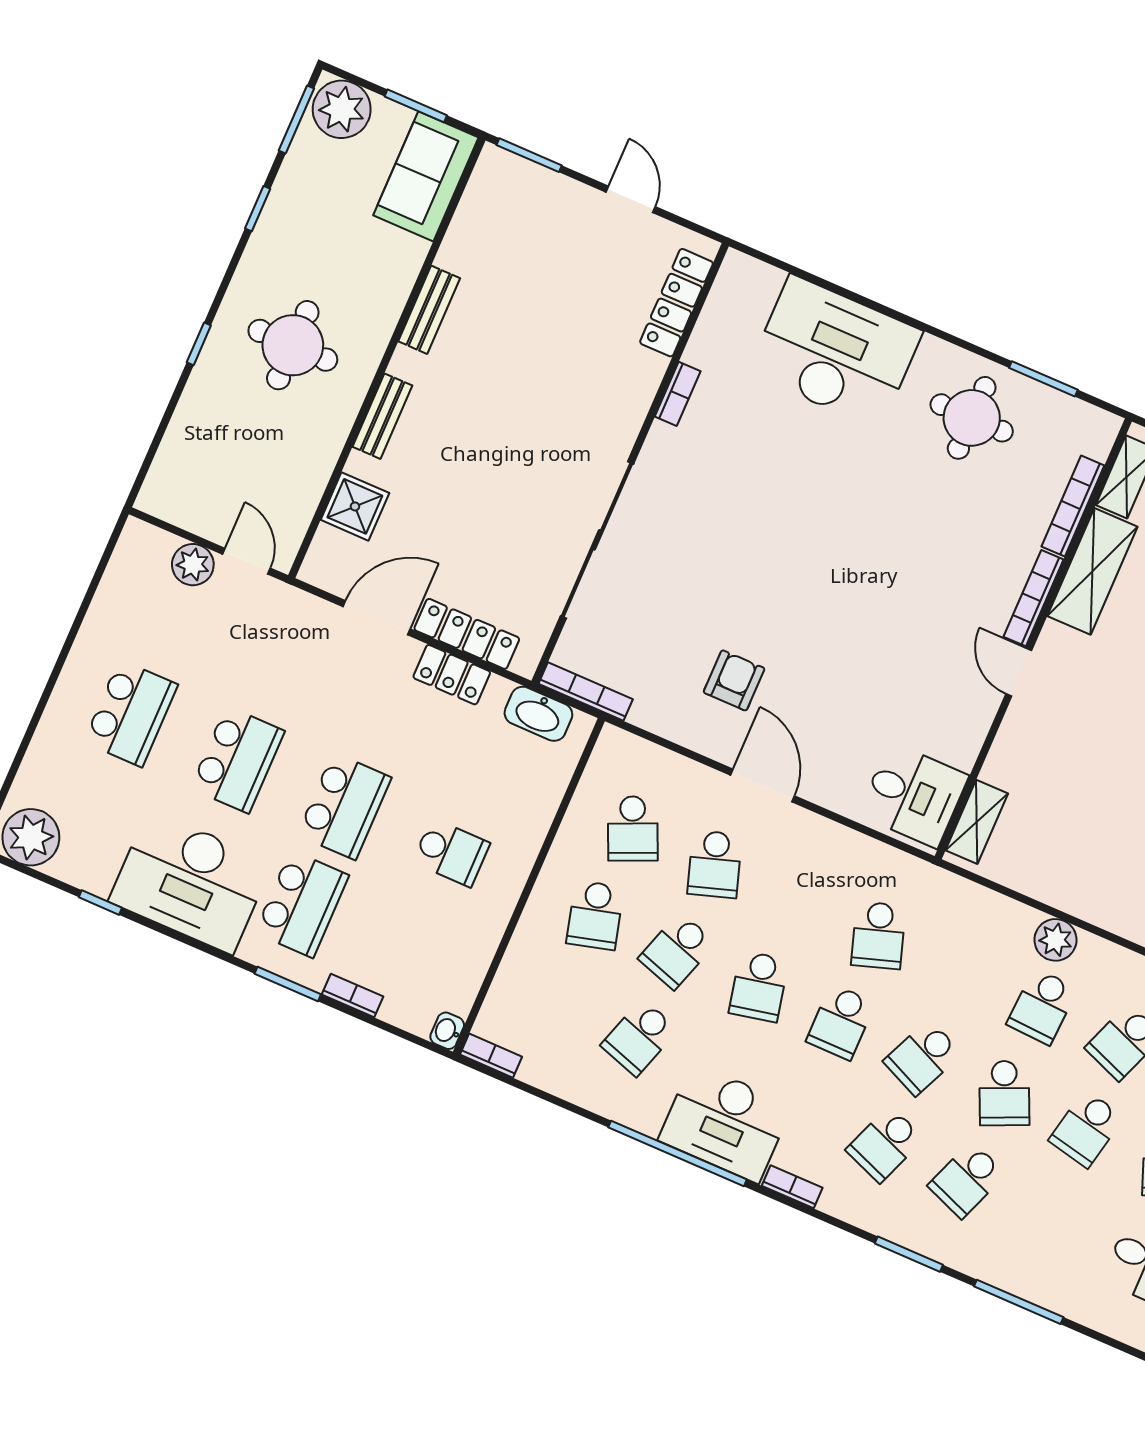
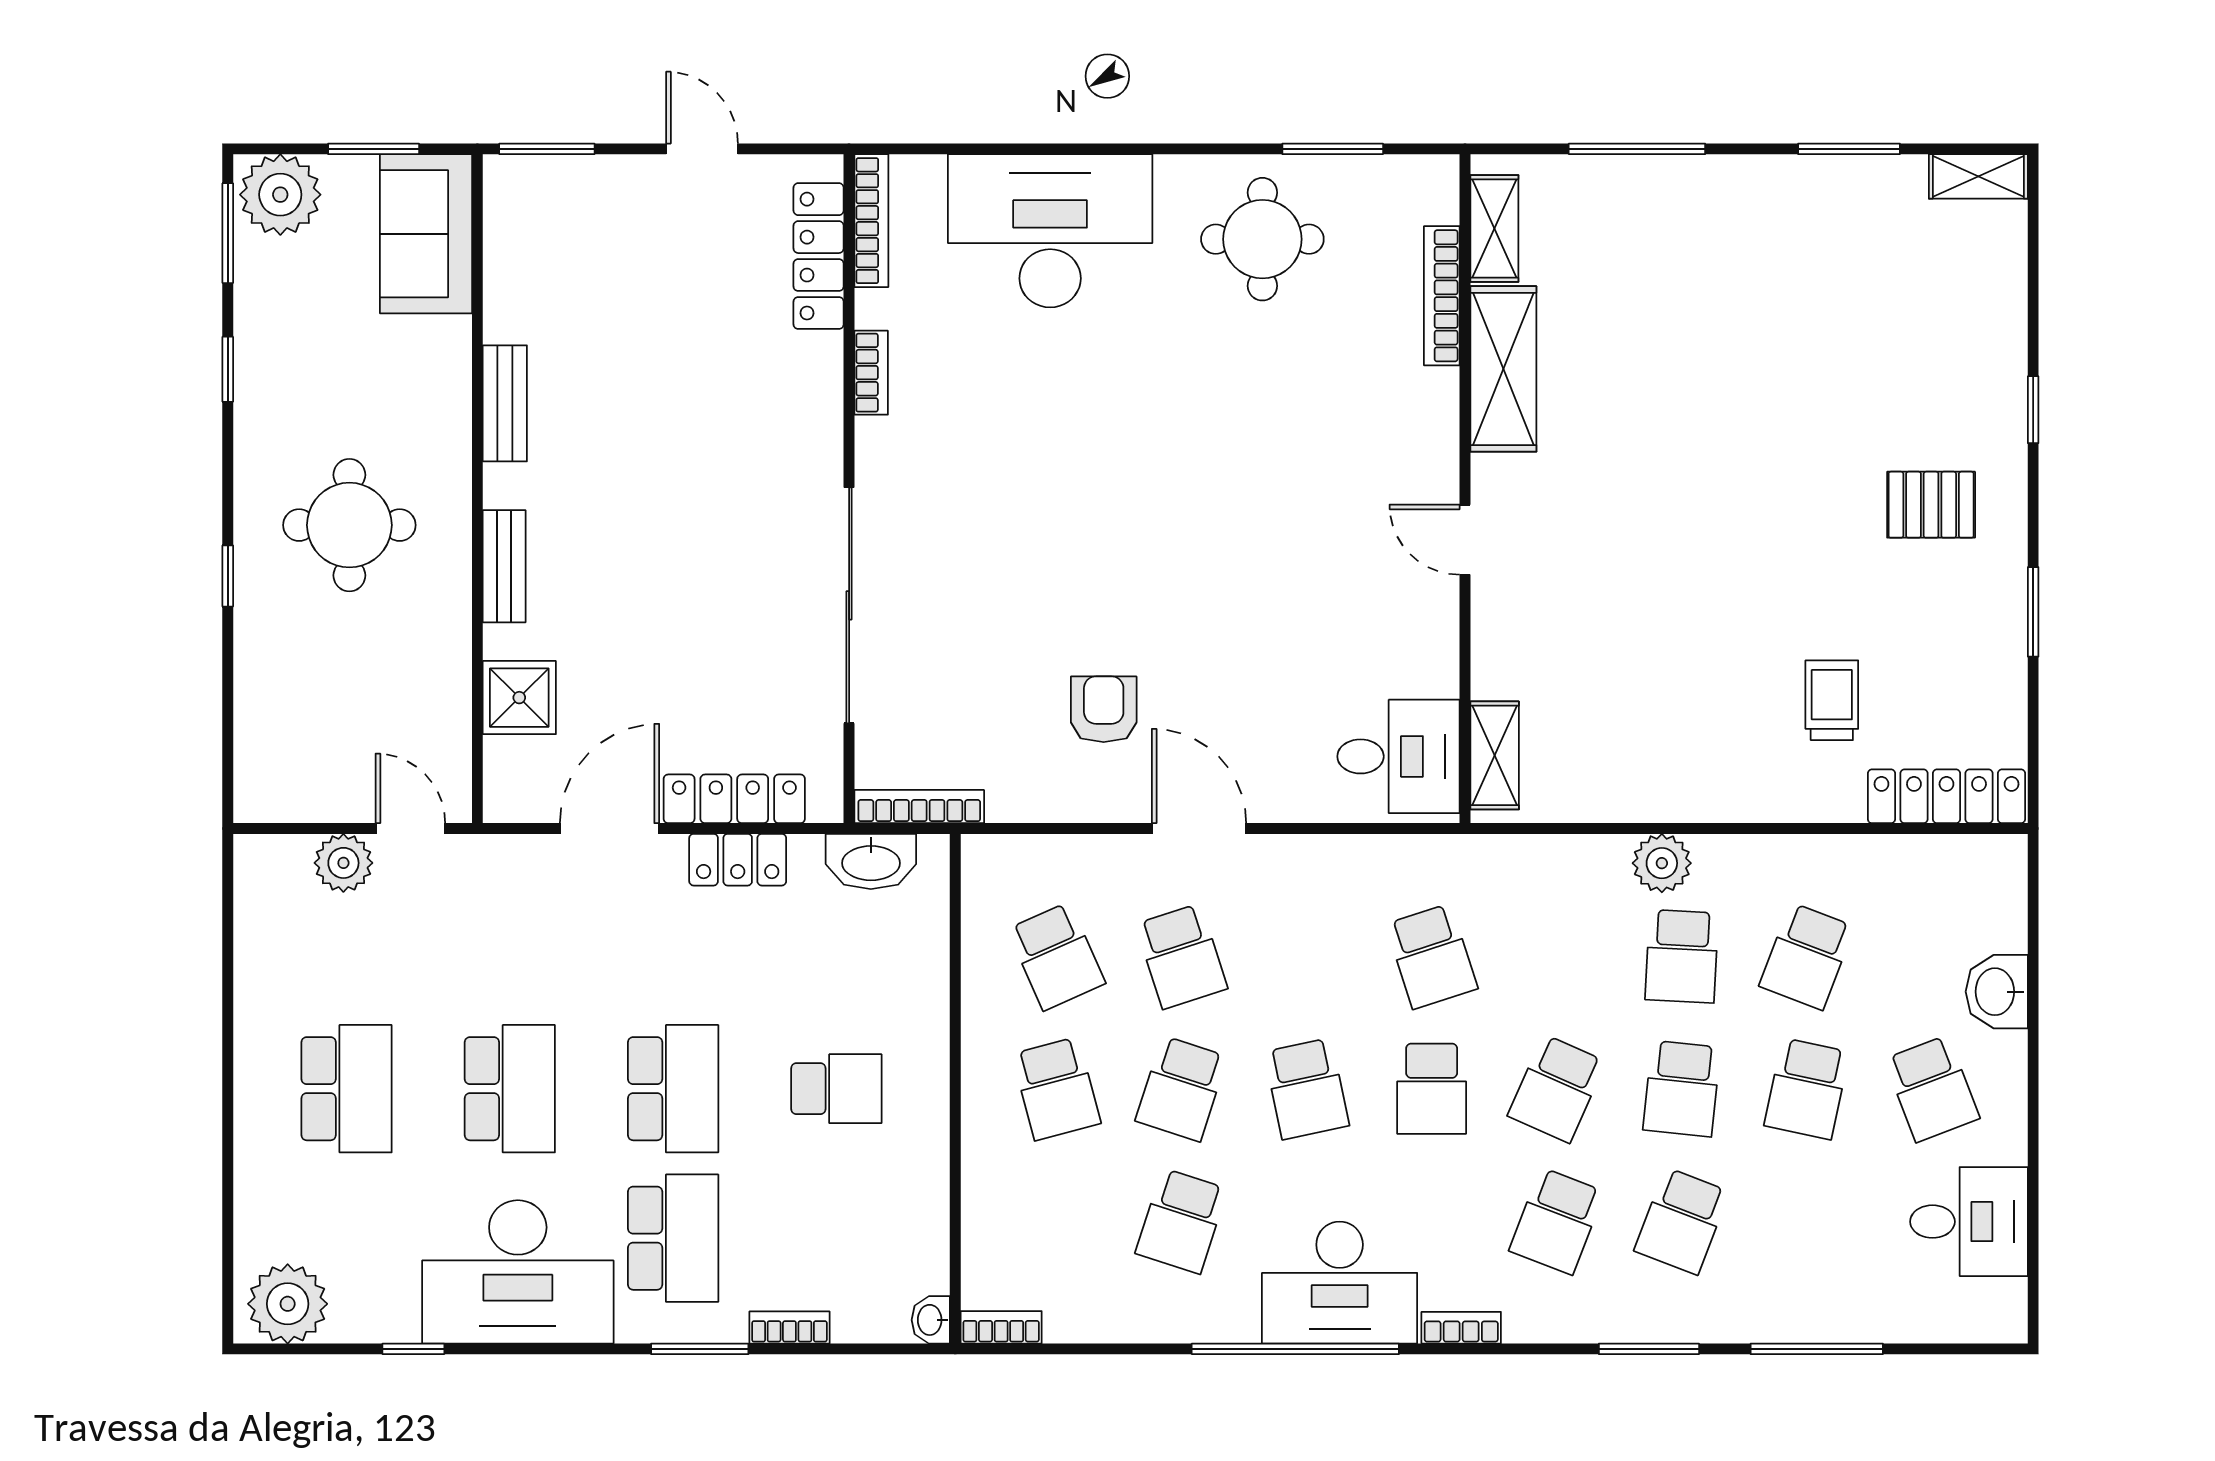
bookcase: (1034, 598) -> (871, 221), moved, turned 180
school desk: (1004, 1093) -> (1682, 1089), turned 30

